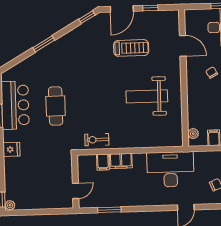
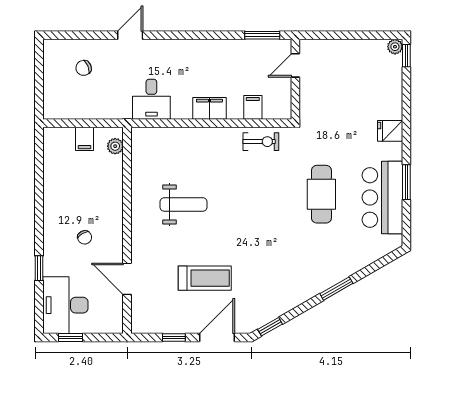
treadmill: (131, 48) -> (205, 278), turned 180
weight bench: (147, 96) -> (184, 204), width x0.73, depth x0.75
filing cabinet: (121, 161) -> (209, 108), moved
desk: (170, 169) -> (151, 99), width x0.53, depth x0.77
window: (109, 210) -> (262, 35), moved

